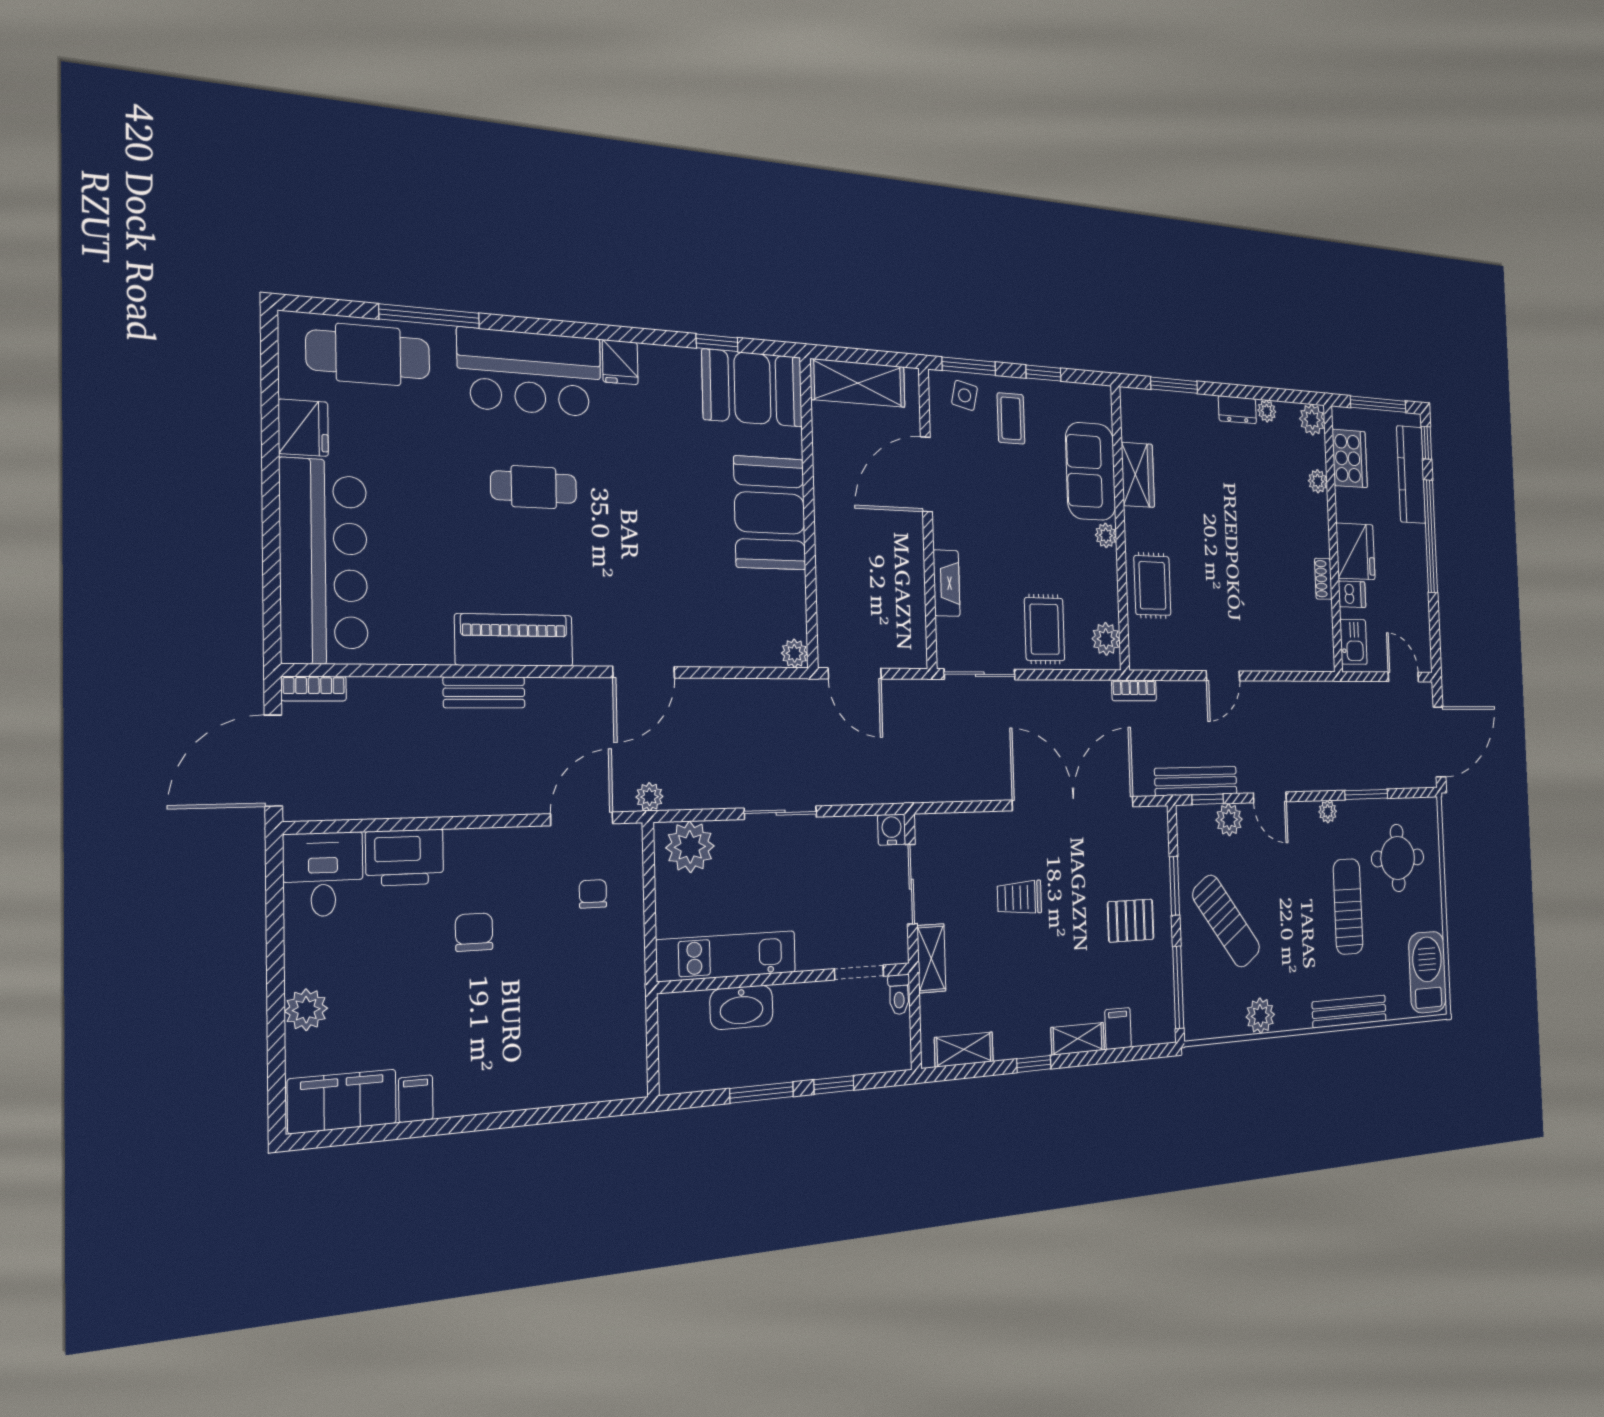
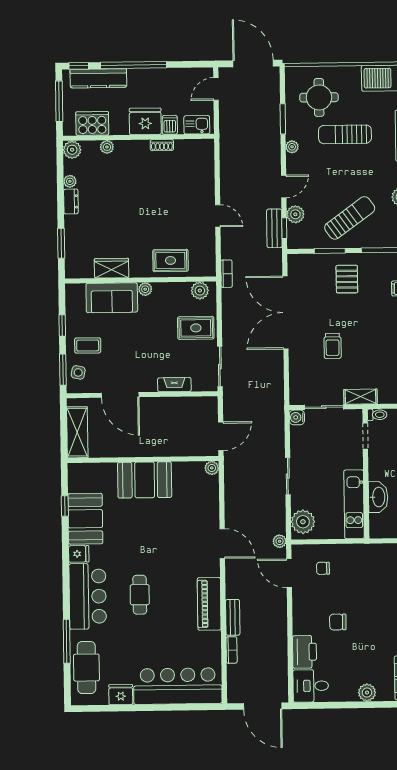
booth: (752, 388) -> (85, 519), moved
bookcase: (314, 689) -> (232, 650), moved
bench: (1196, 781) -> (274, 228), width x0.73

